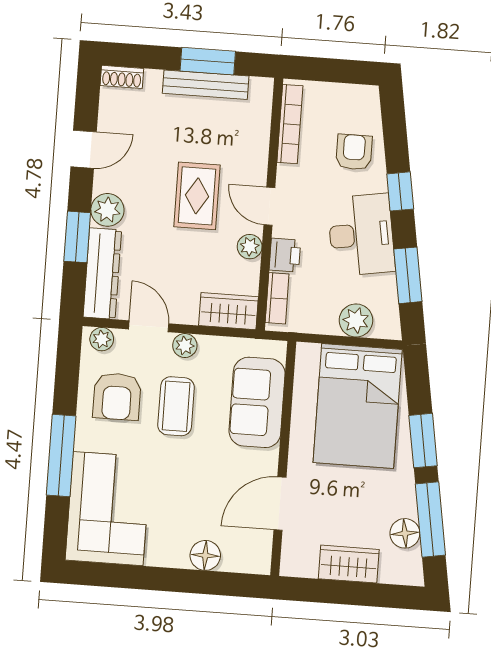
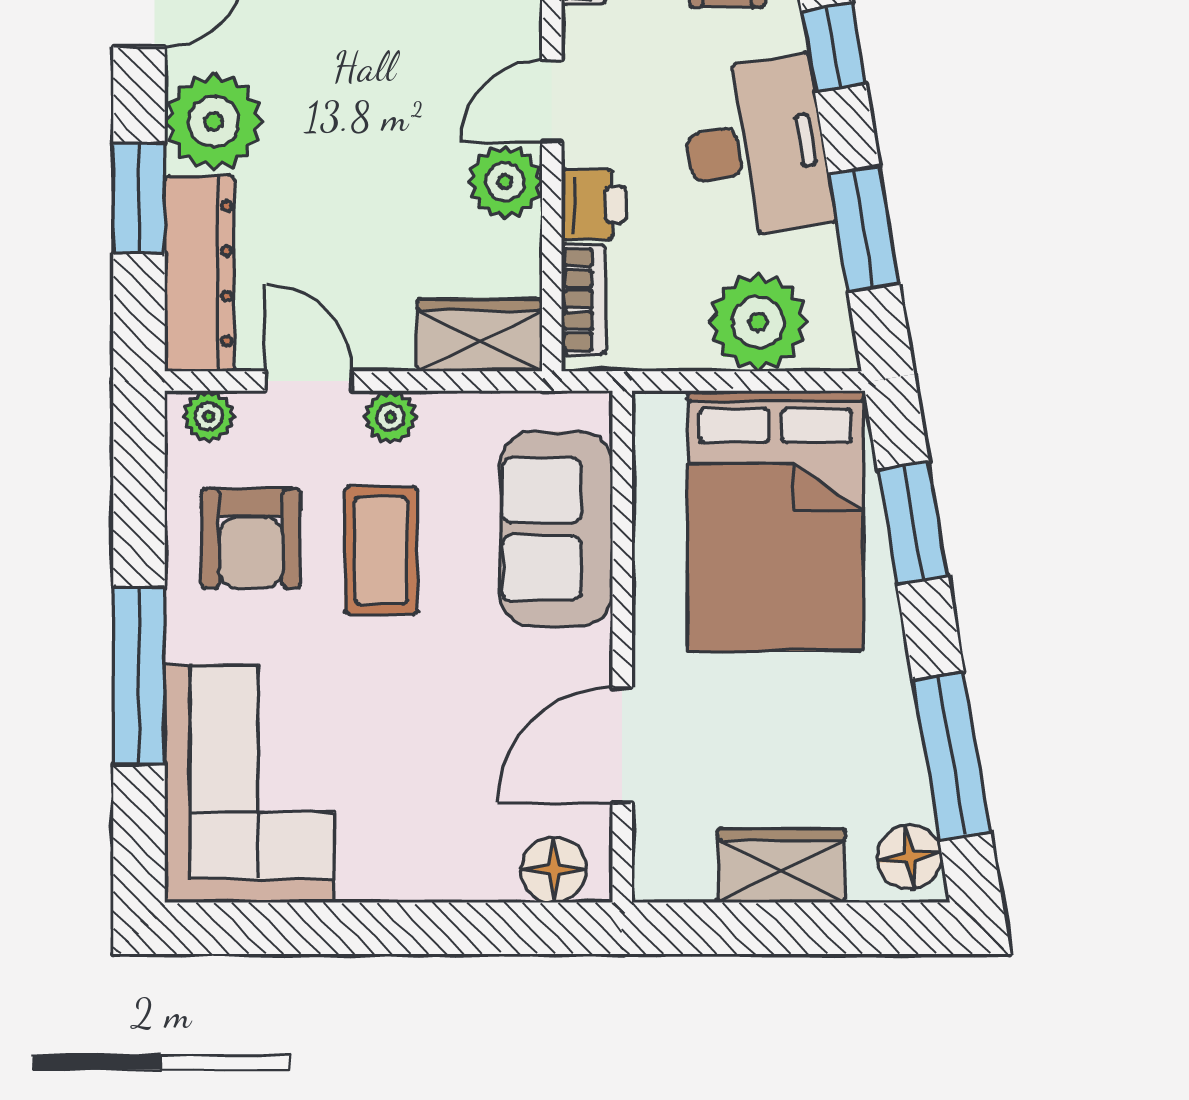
rug: (197, 196) -> (393, 90), removed
door: (269, 206) -> (552, 101), hinge flipped
plant: (107, 210) -> (214, 122), width x1.36, depth x1.36
plant: (250, 247) -> (505, 182), width x1.38, depth x1.38
plant: (356, 320) -> (758, 322), width x1.36, depth x1.36
window: (423, 441) -> (913, 523), moved
floor lamp: (405, 533) -> (910, 857), moved
floor lamp: (205, 555) -> (554, 870), moved

